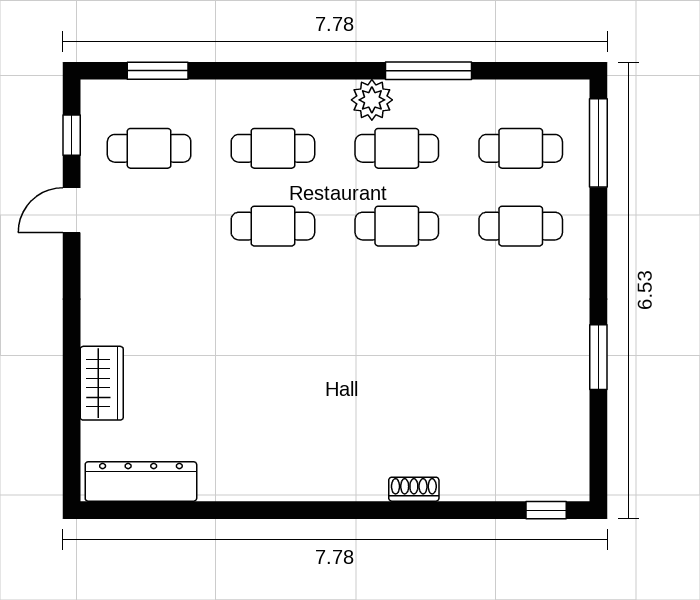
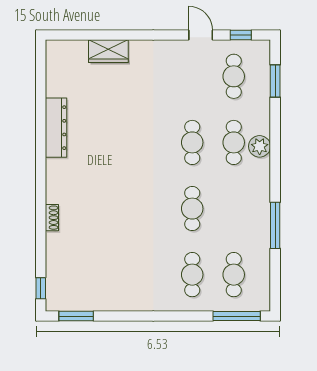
plant: (372, 100) -> (260, 146), moved
cafe table: (397, 148) -> (234, 209), removed
window: (598, 357) -> (76, 316), moved
dresser: (141, 481) -> (56, 128), moved

